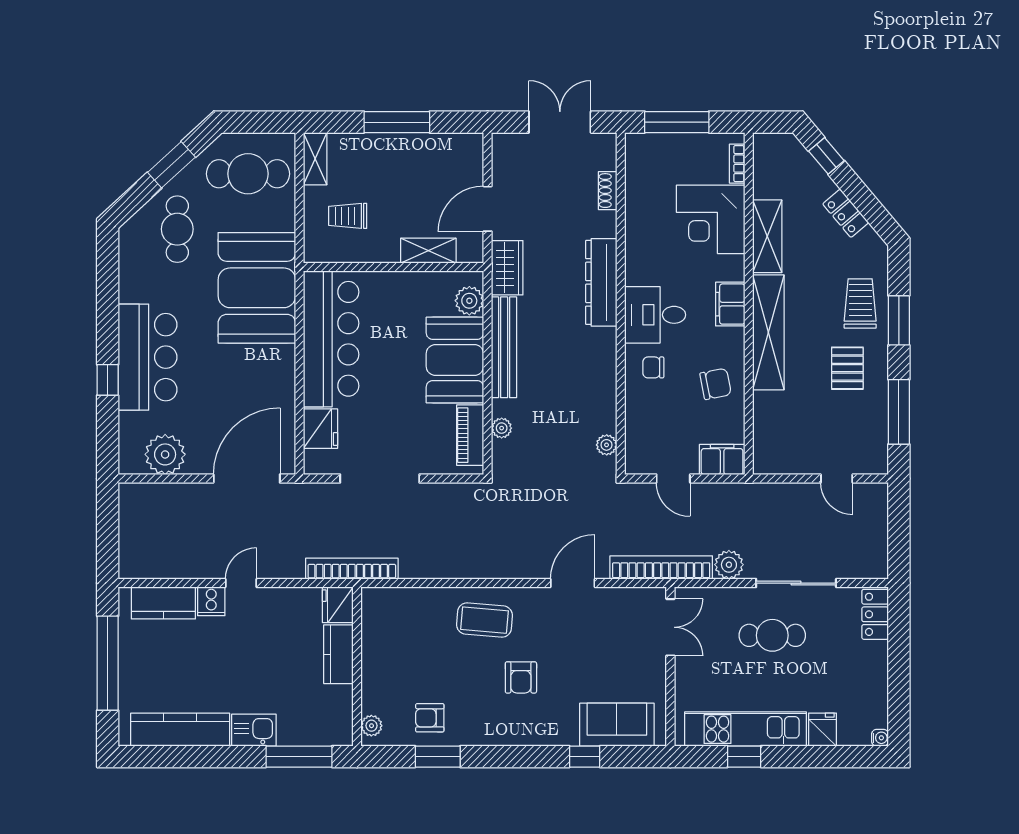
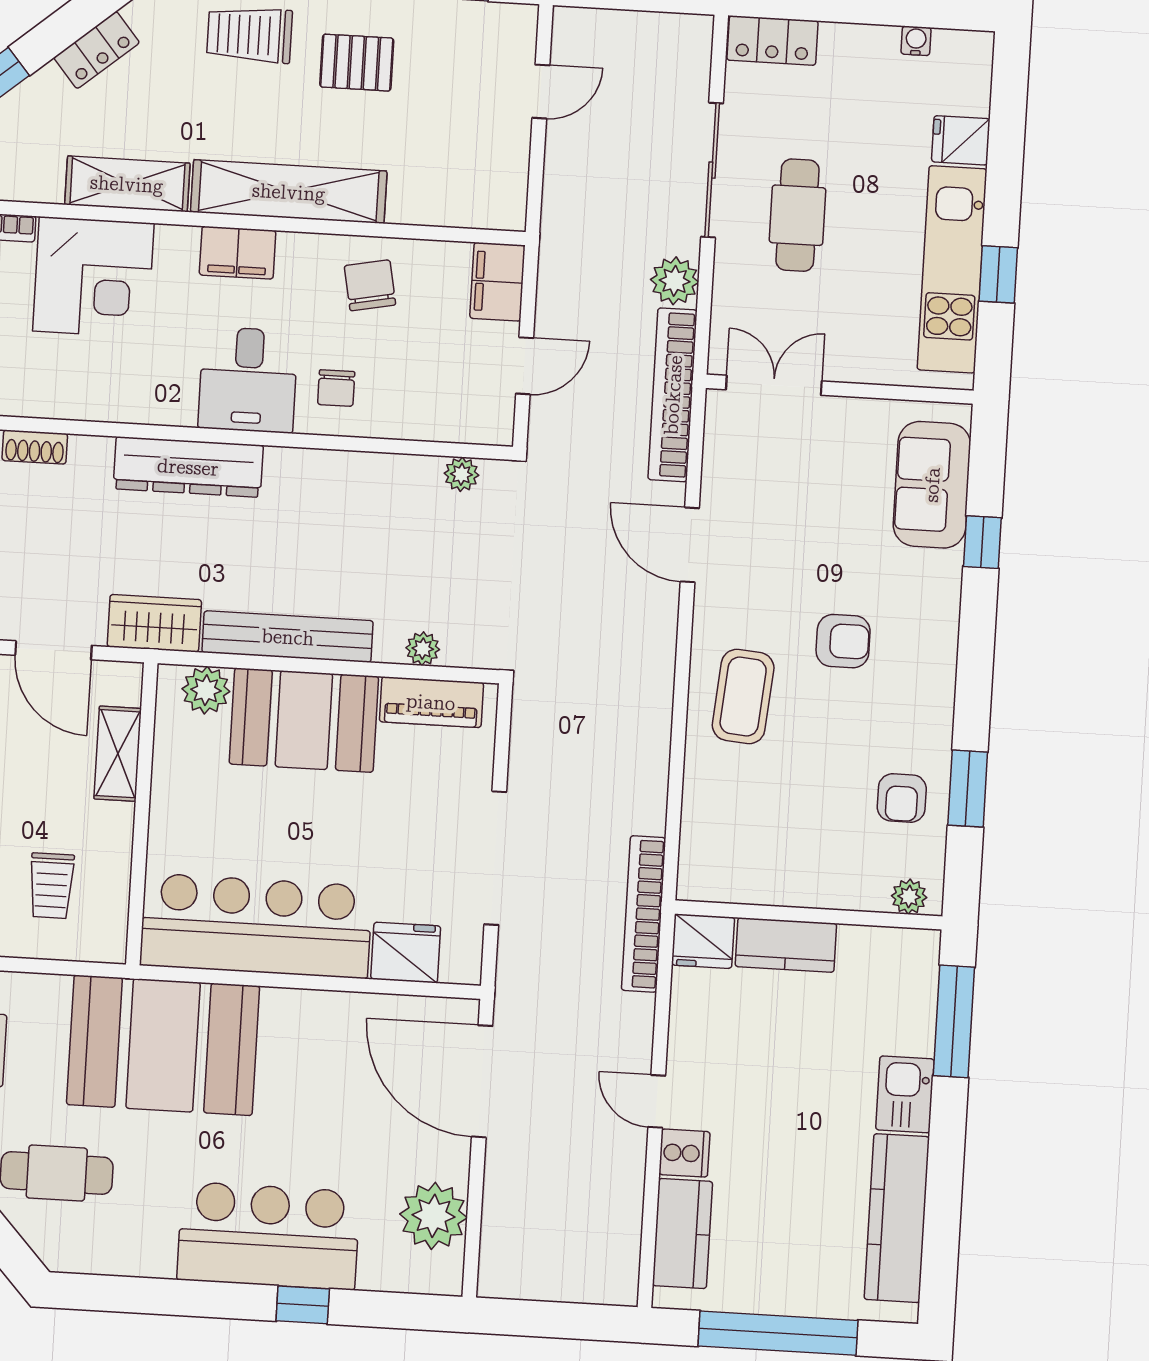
water cooler: (880, 738) -> (916, 41), moved

